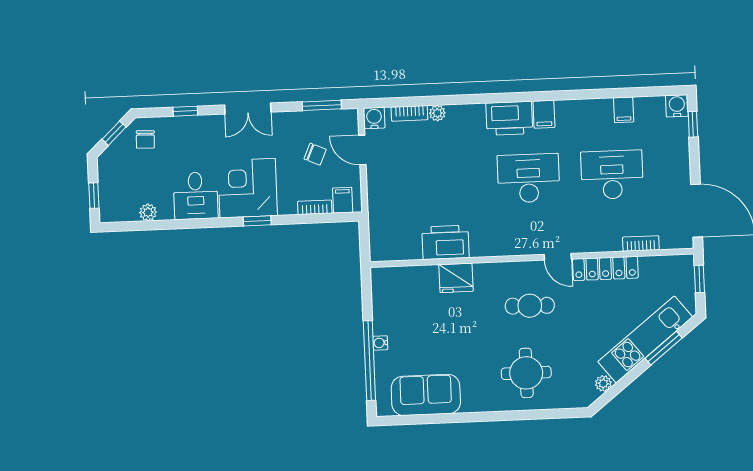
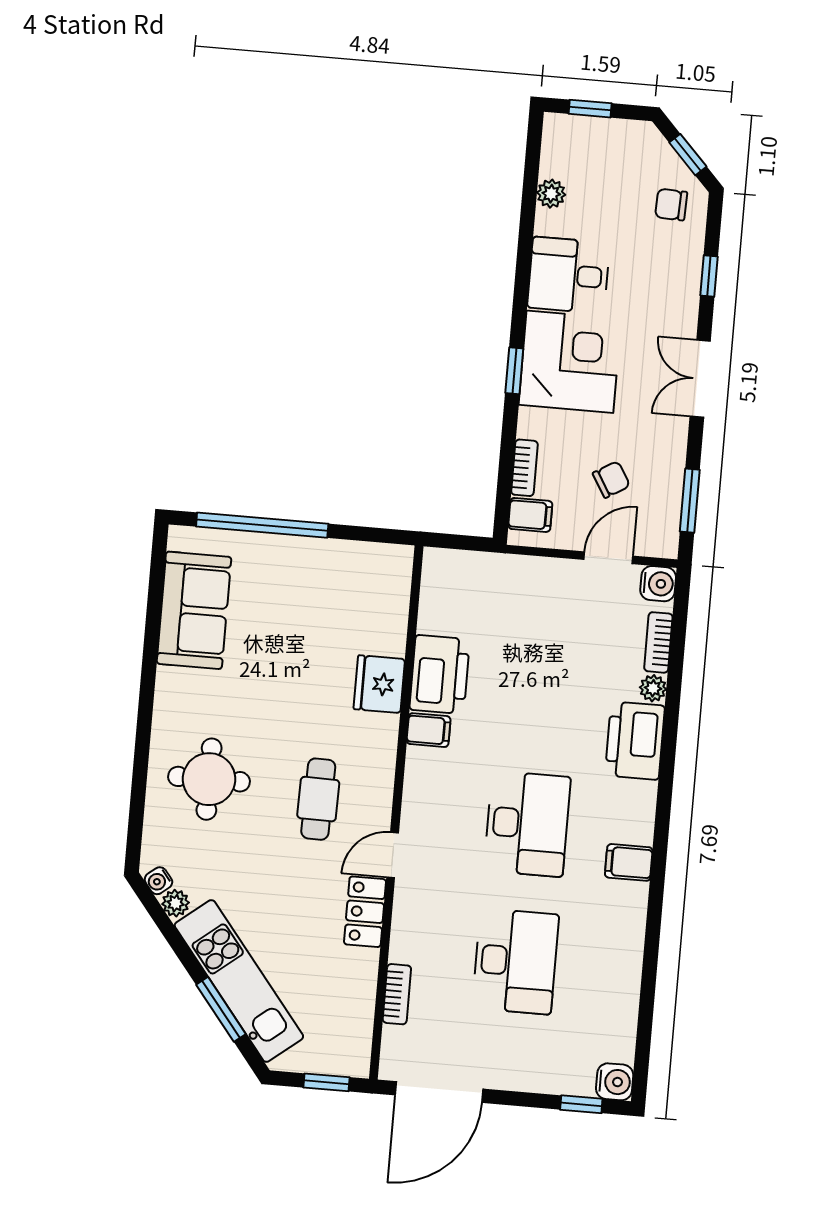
filing cabinet: (624, 110) -> (429, 730), moved, turned 180
printer: (509, 118) -> (635, 741), moved
chair: (315, 154) -> (611, 479), turned -145
locker: (605, 268) -> (365, 912), width x0.66
water cooler: (380, 343) -> (158, 881), moved, turned -128

